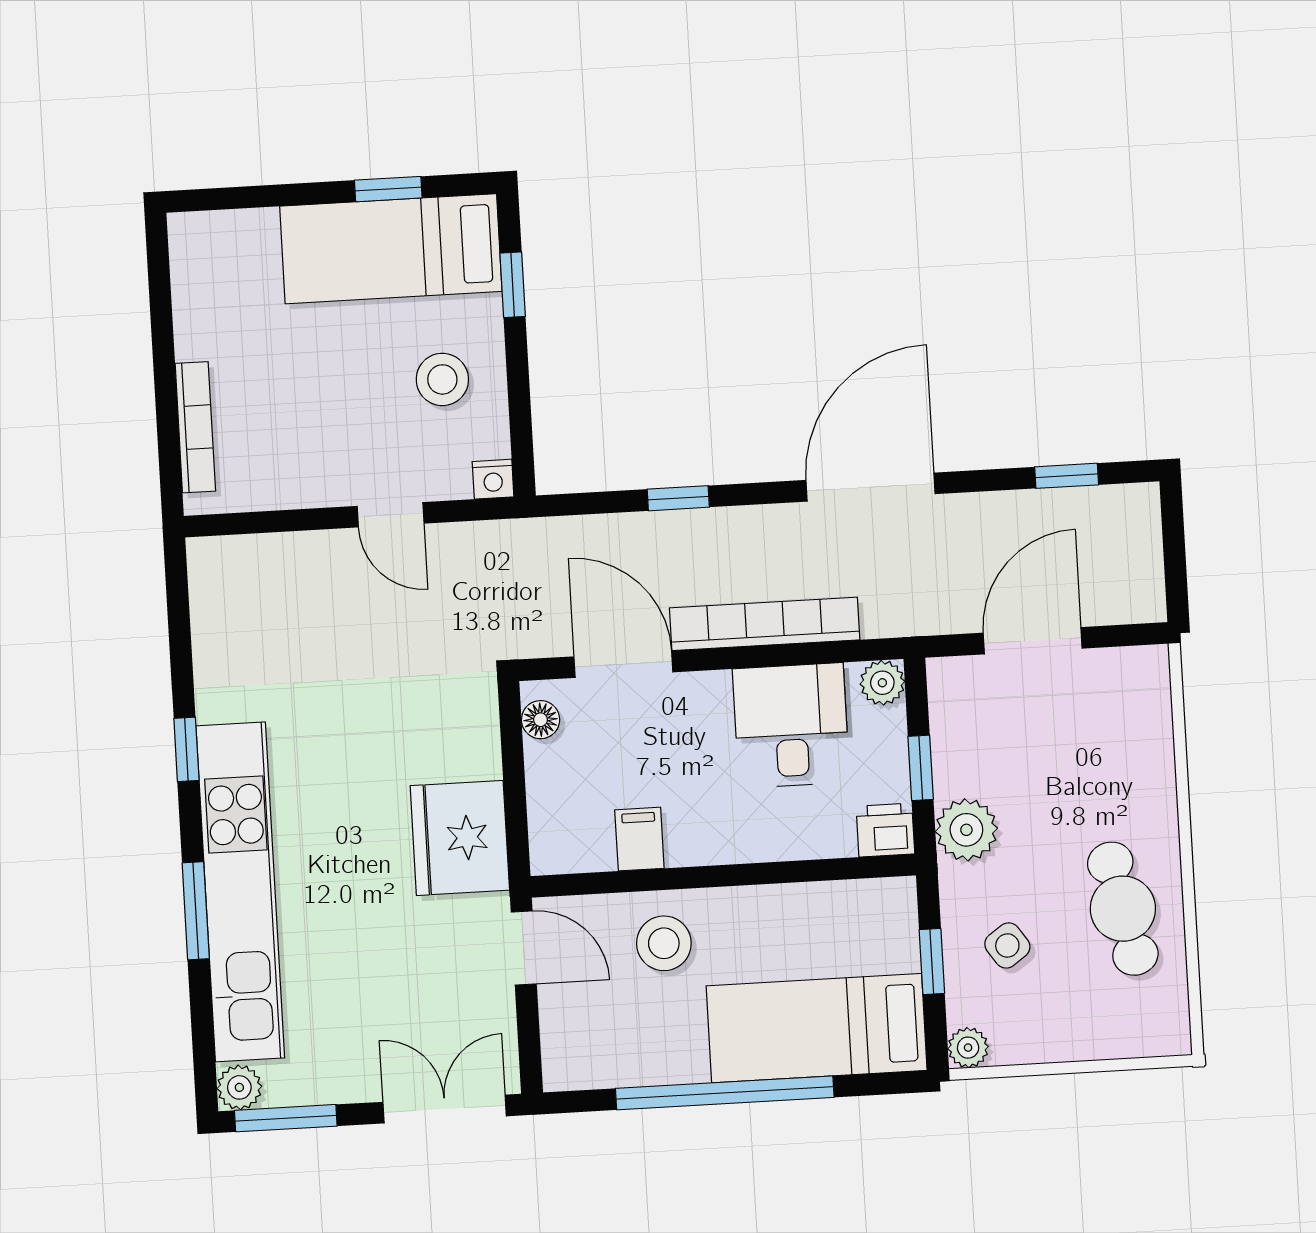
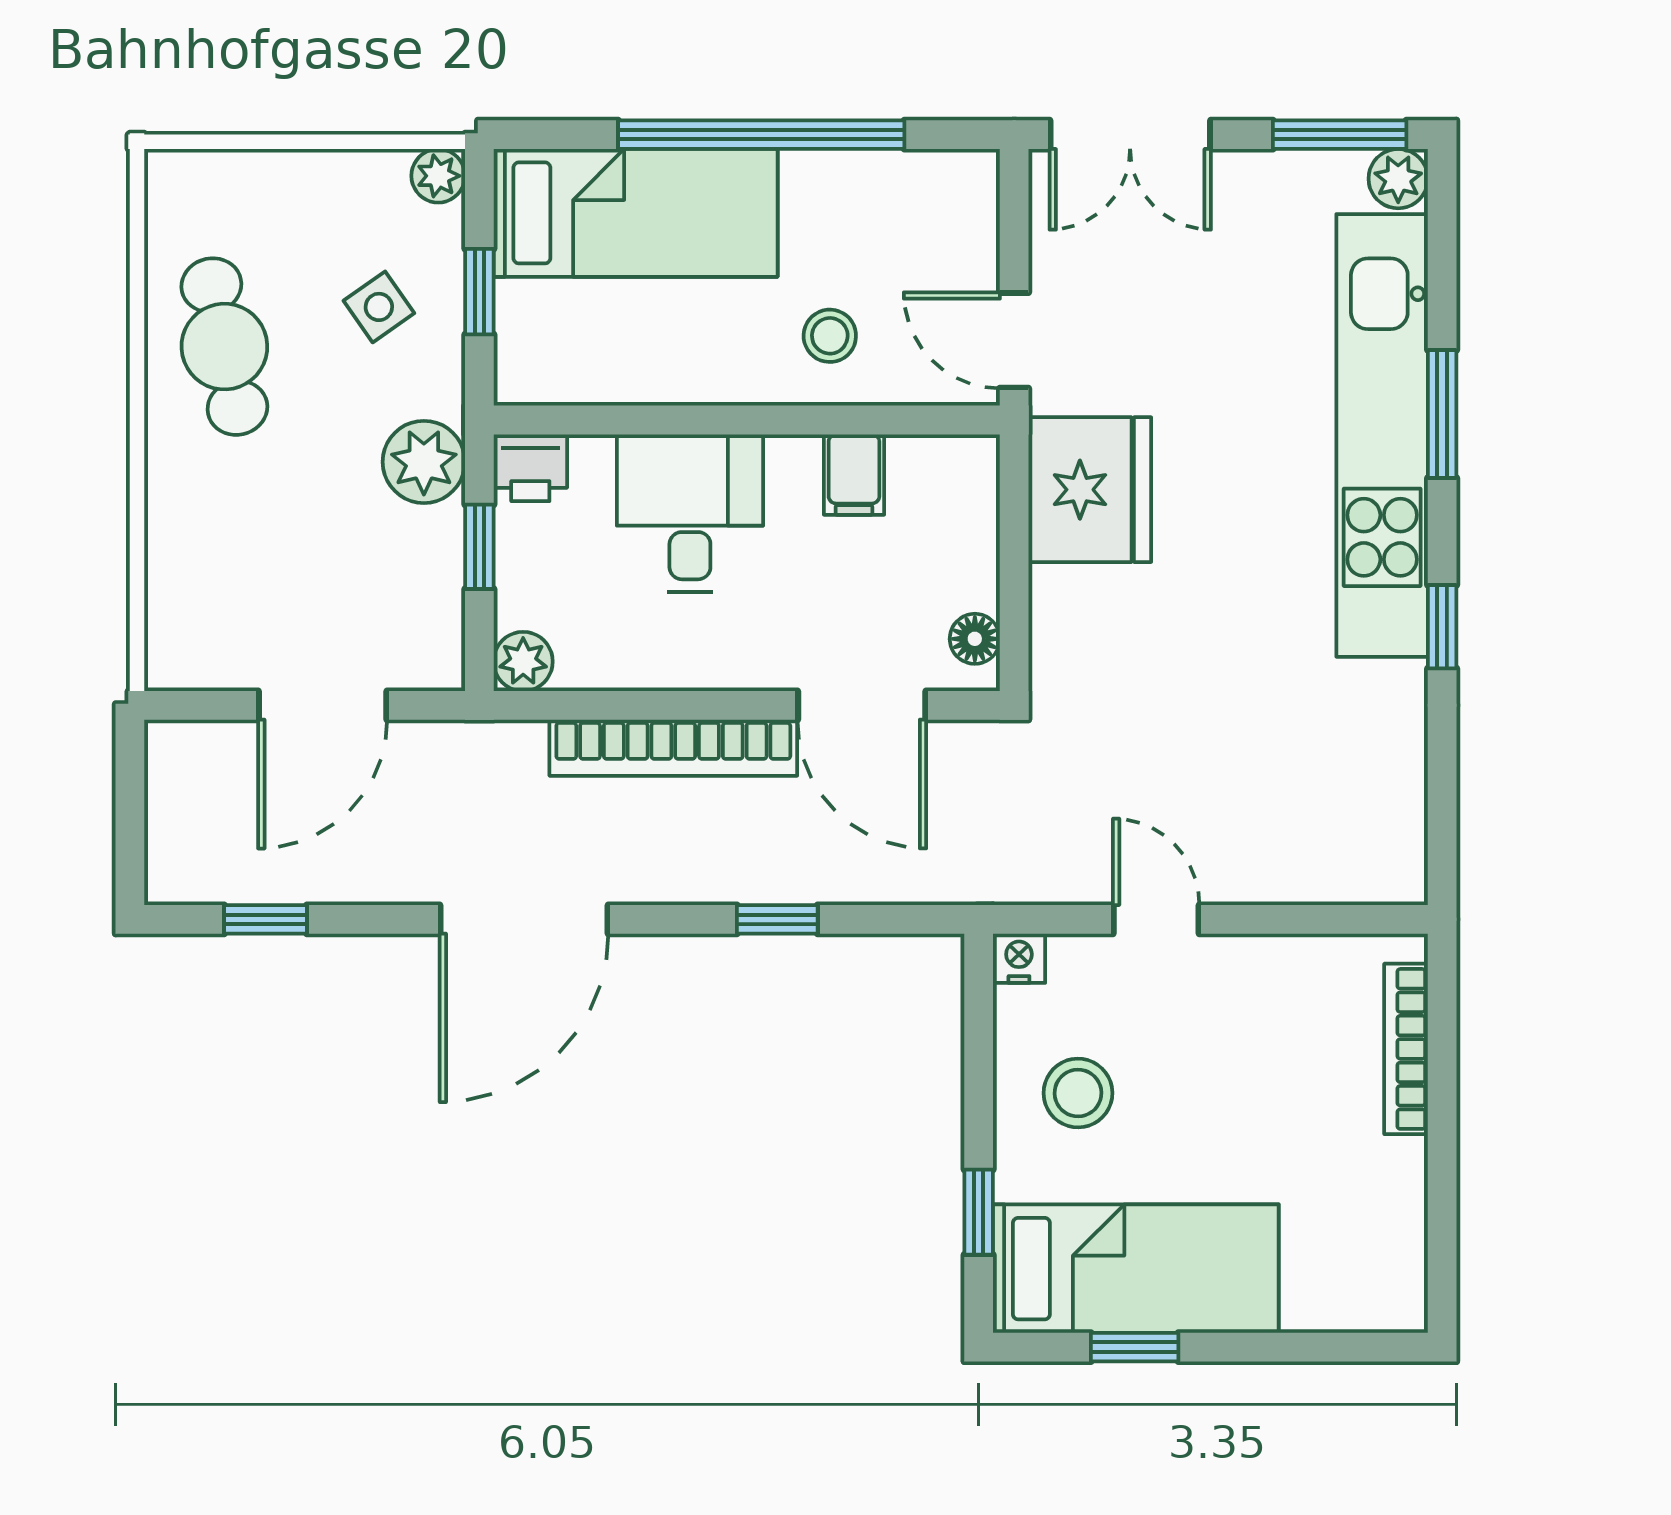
desk: (791, 725) -> (690, 513), moved, turned 180
stool: (664, 943) -> (830, 336), width x0.73, depth x0.73

